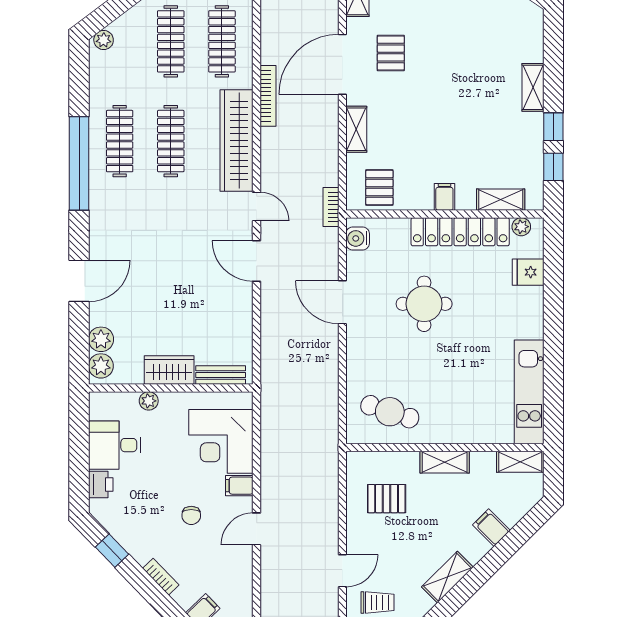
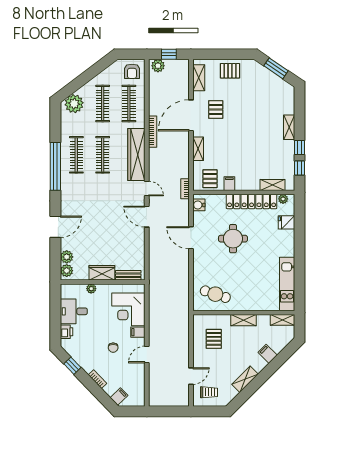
plant: (104, 40) -> (74, 104), width x1.87, depth x1.87
filing cabinet: (444, 197) -> (229, 184), moved
pallet: (387, 499) -> (214, 339), turned 90

